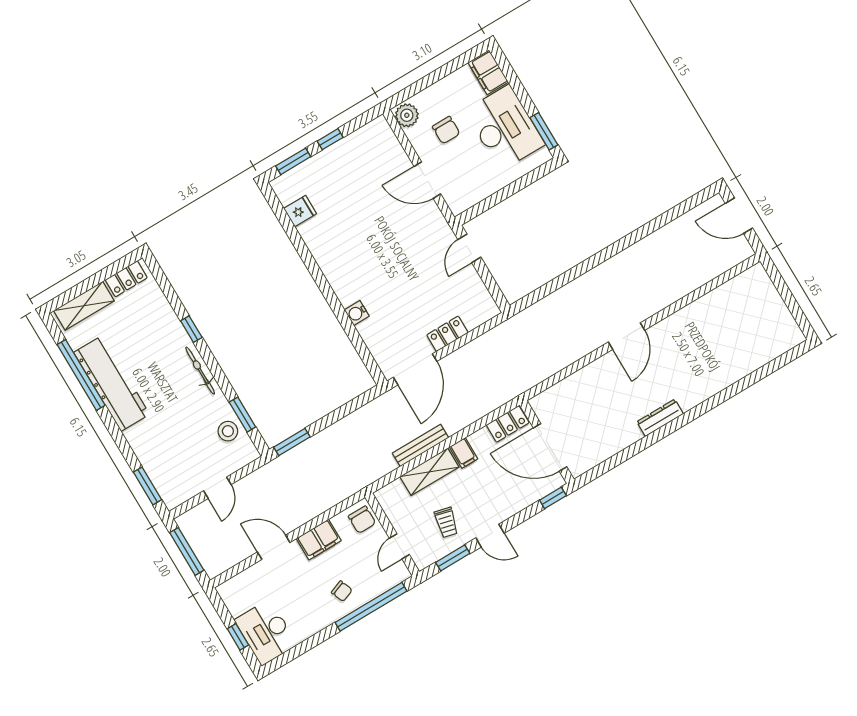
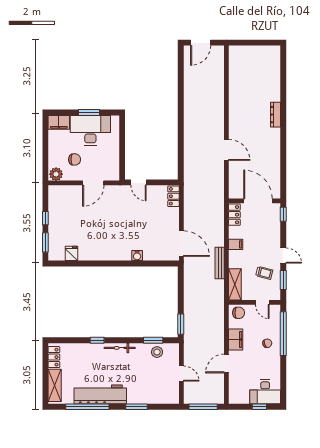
window: (544, 131) -> (89, 112), moved
locker: (447, 334) -> (173, 196), moved
door: (626, 336) -> (226, 150), moved
dresser: (660, 418) -> (276, 115), moved
door: (550, 447) -> (258, 201), swing flipped
shelving: (429, 472) -> (235, 284), moved
window: (148, 486) -> (136, 407), moved
door: (490, 536) -> (283, 256), hinge flipped

